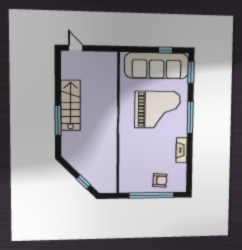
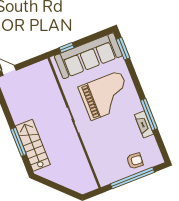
window: (166, 50) -> (67, 48), moved
stairs: (71, 105) -> (33, 145), moved
window: (190, 117) -> (149, 115), moved
window: (83, 182) -> (64, 190), removed

